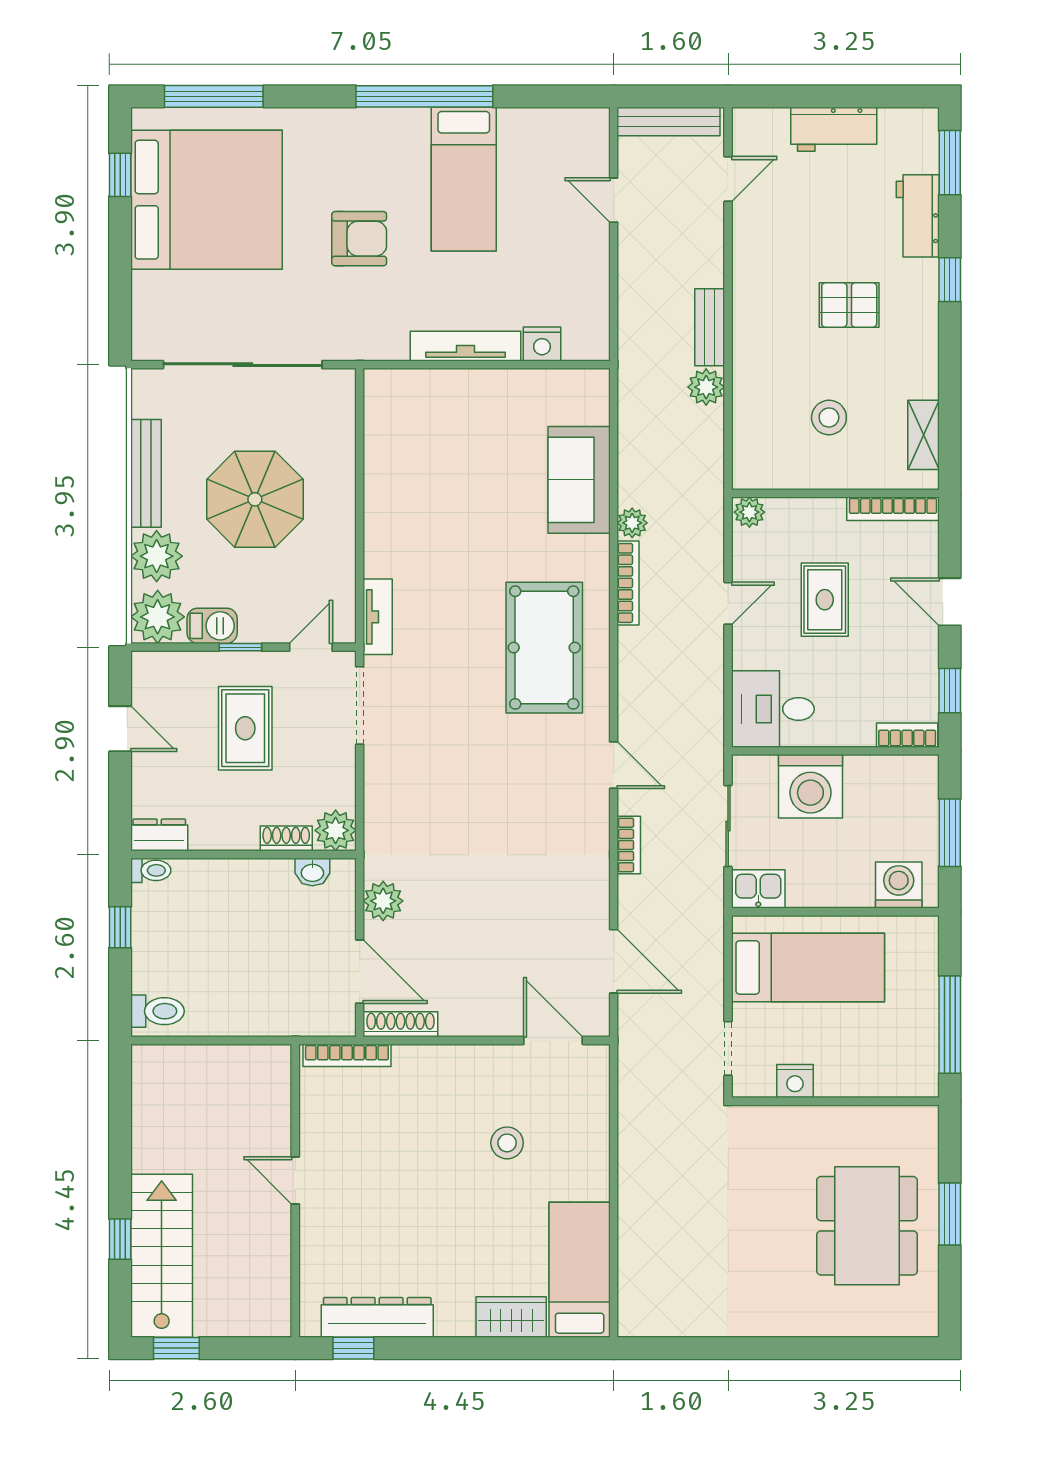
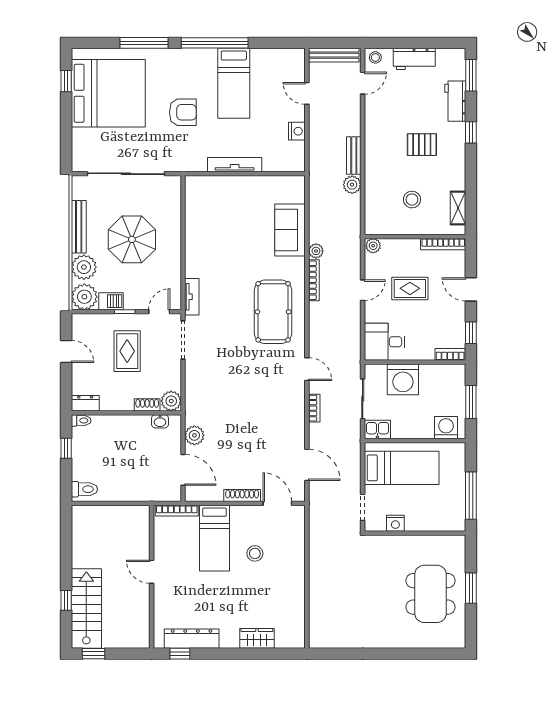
window: (214, 96) -> (144, 43), moved
stool: (754, 126) -> (375, 57), added
nightstand: (542, 344) -> (297, 131), moved, turned -90
rug: (825, 600) -> (410, 288), turned 90
shoe rack: (400, 1024) -> (242, 496), moved
bed: (580, 1270) -> (214, 538), moved, turned 180

